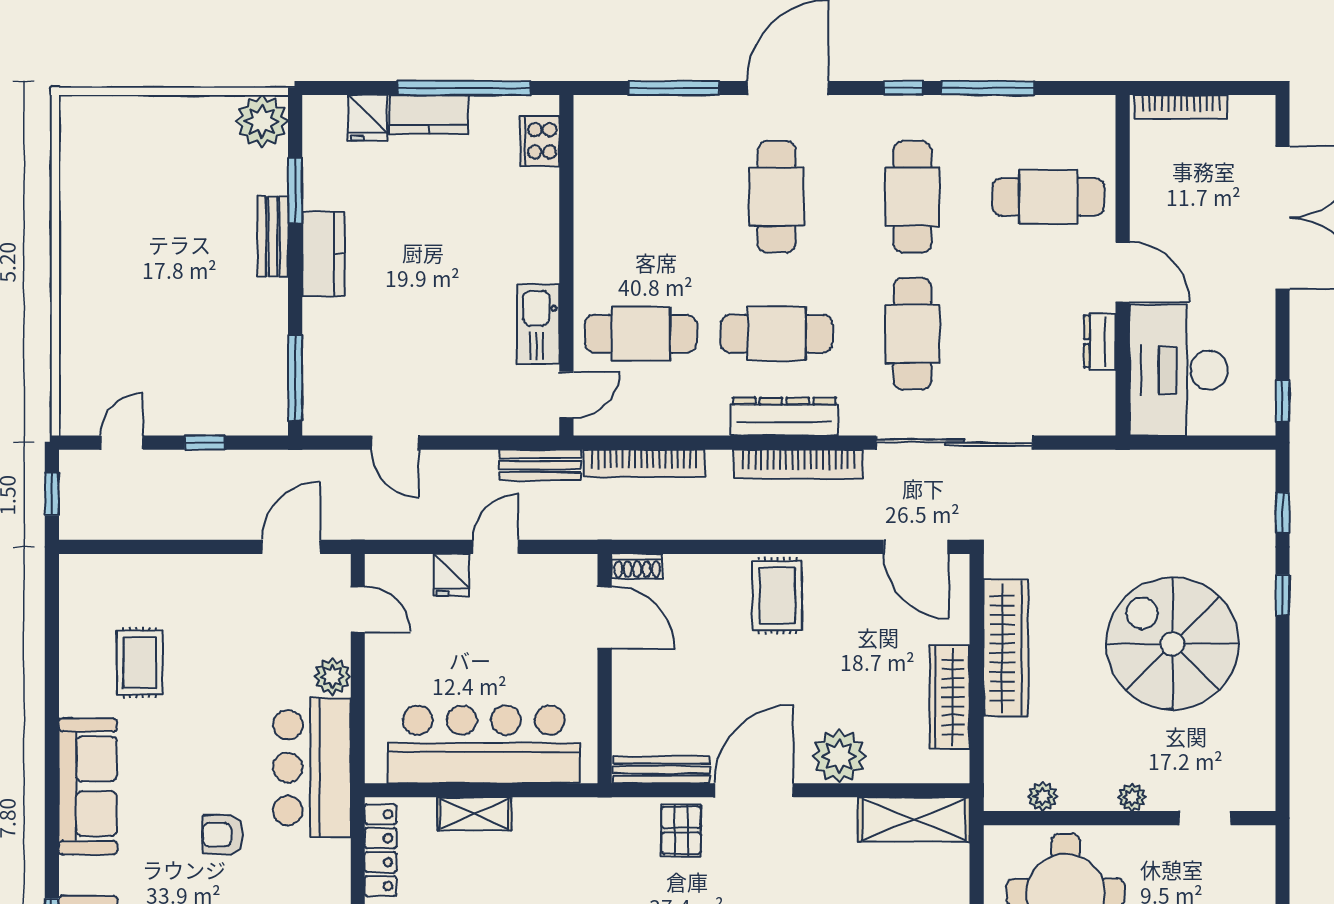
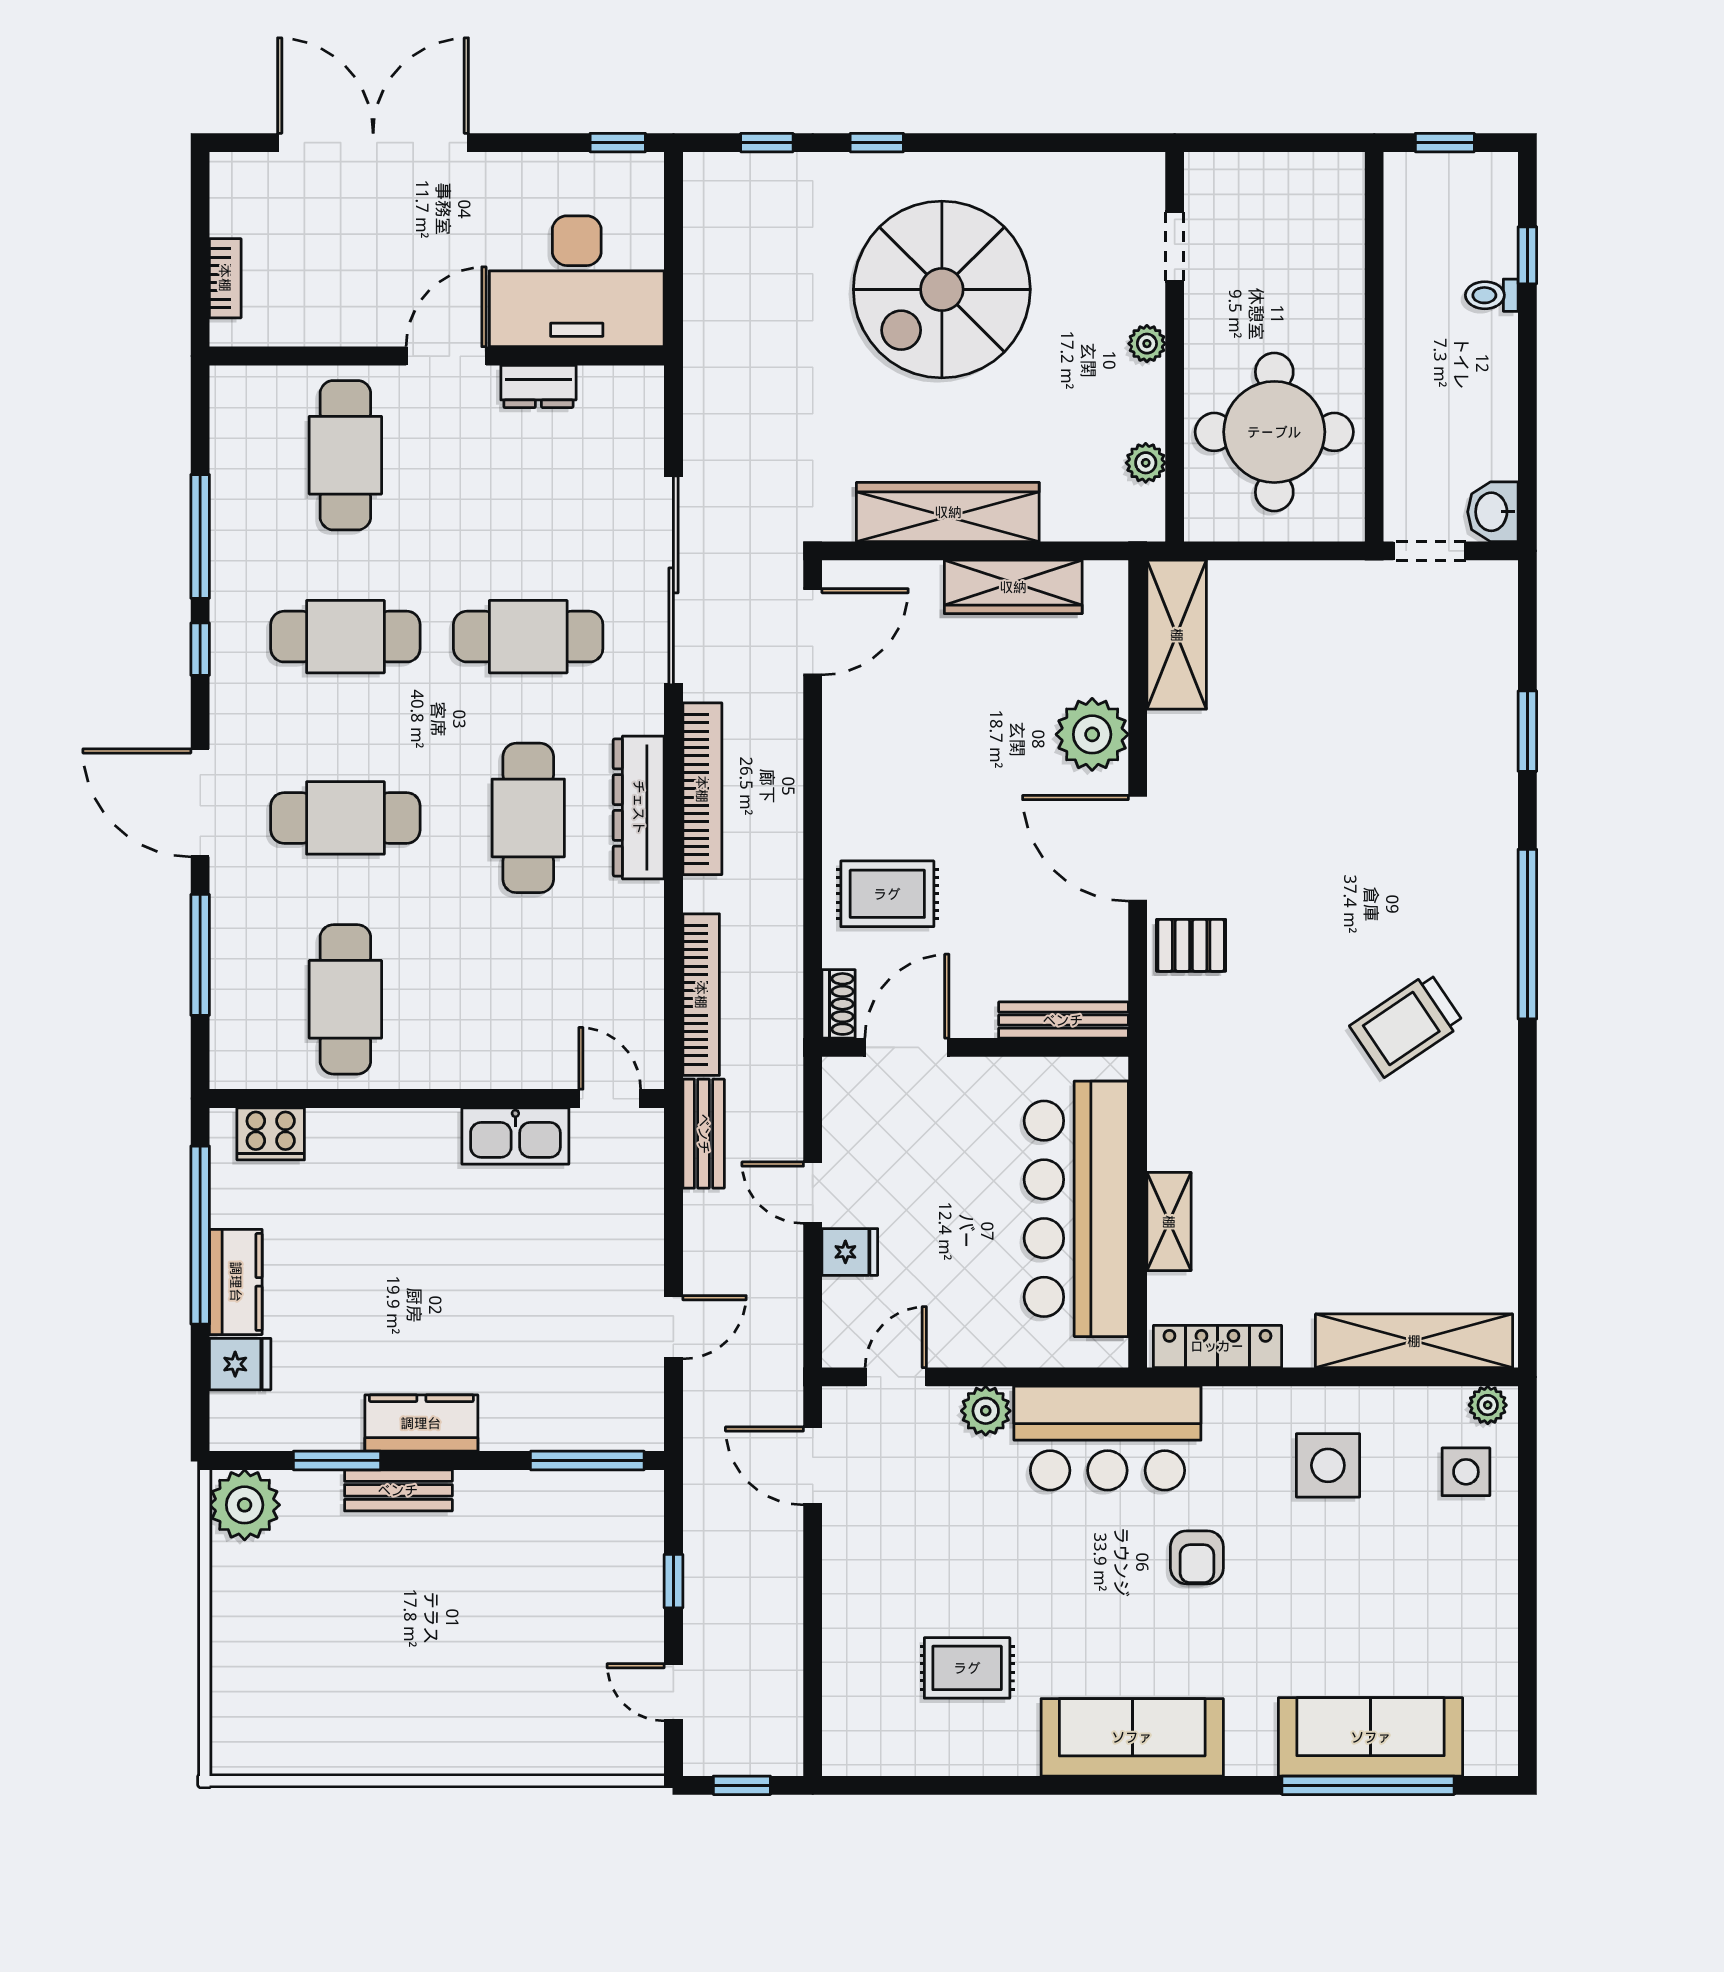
bookcase: (1181, 107) -> (225, 278), width x0.64
cafe table: (641, 334) -> (345, 999), moved
rug: (777, 596) -> (887, 894), moved
bench: (662, 770) -> (1063, 1020), moved, turned 90

